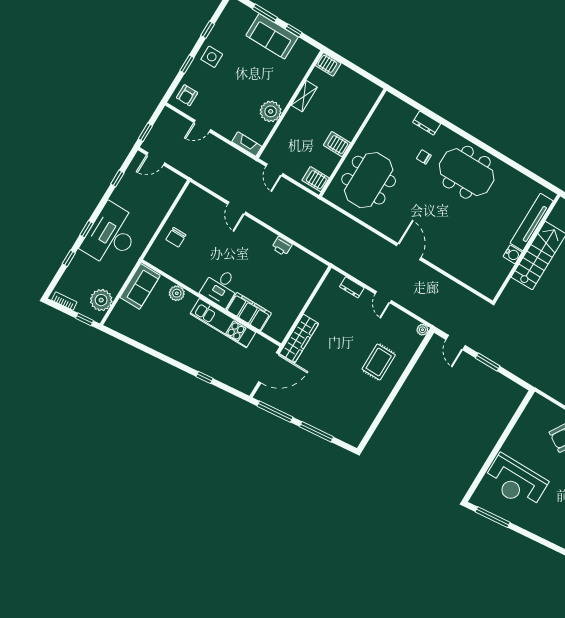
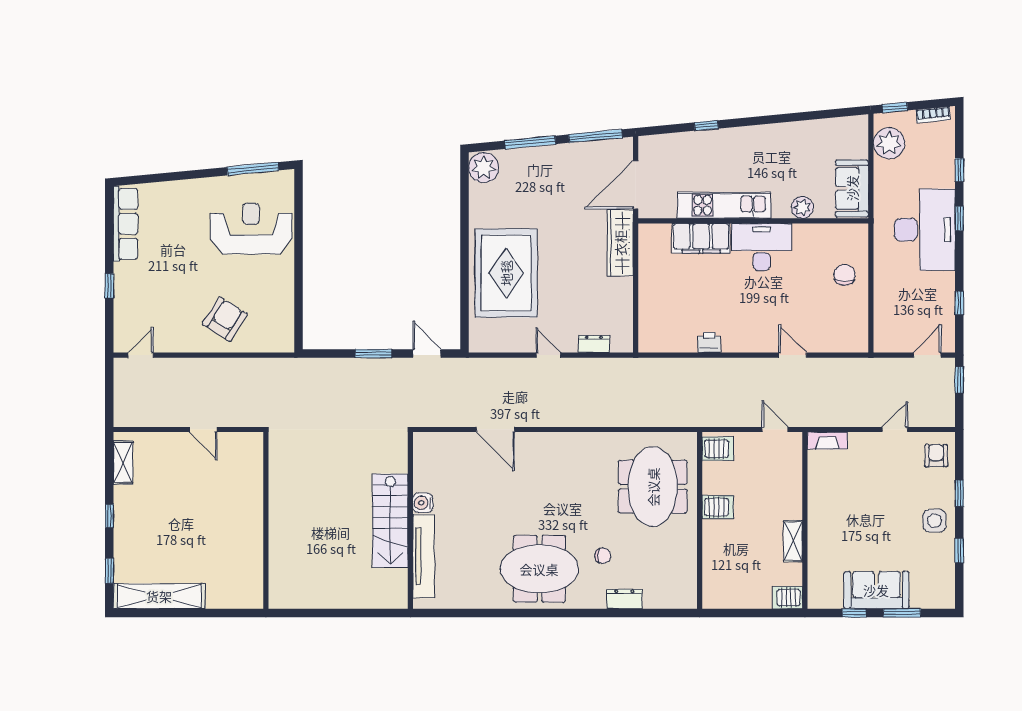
plant: (271, 111) -> (823, 498), removed
door: (409, 252) -> (495, 429), moved
desk: (221, 287) -> (762, 247), width x1.37
plant: (422, 330) -> (484, 168), moved, width x1.88, depth x1.88
rug: (379, 362) -> (506, 273), width x1.86, depth x2.06

